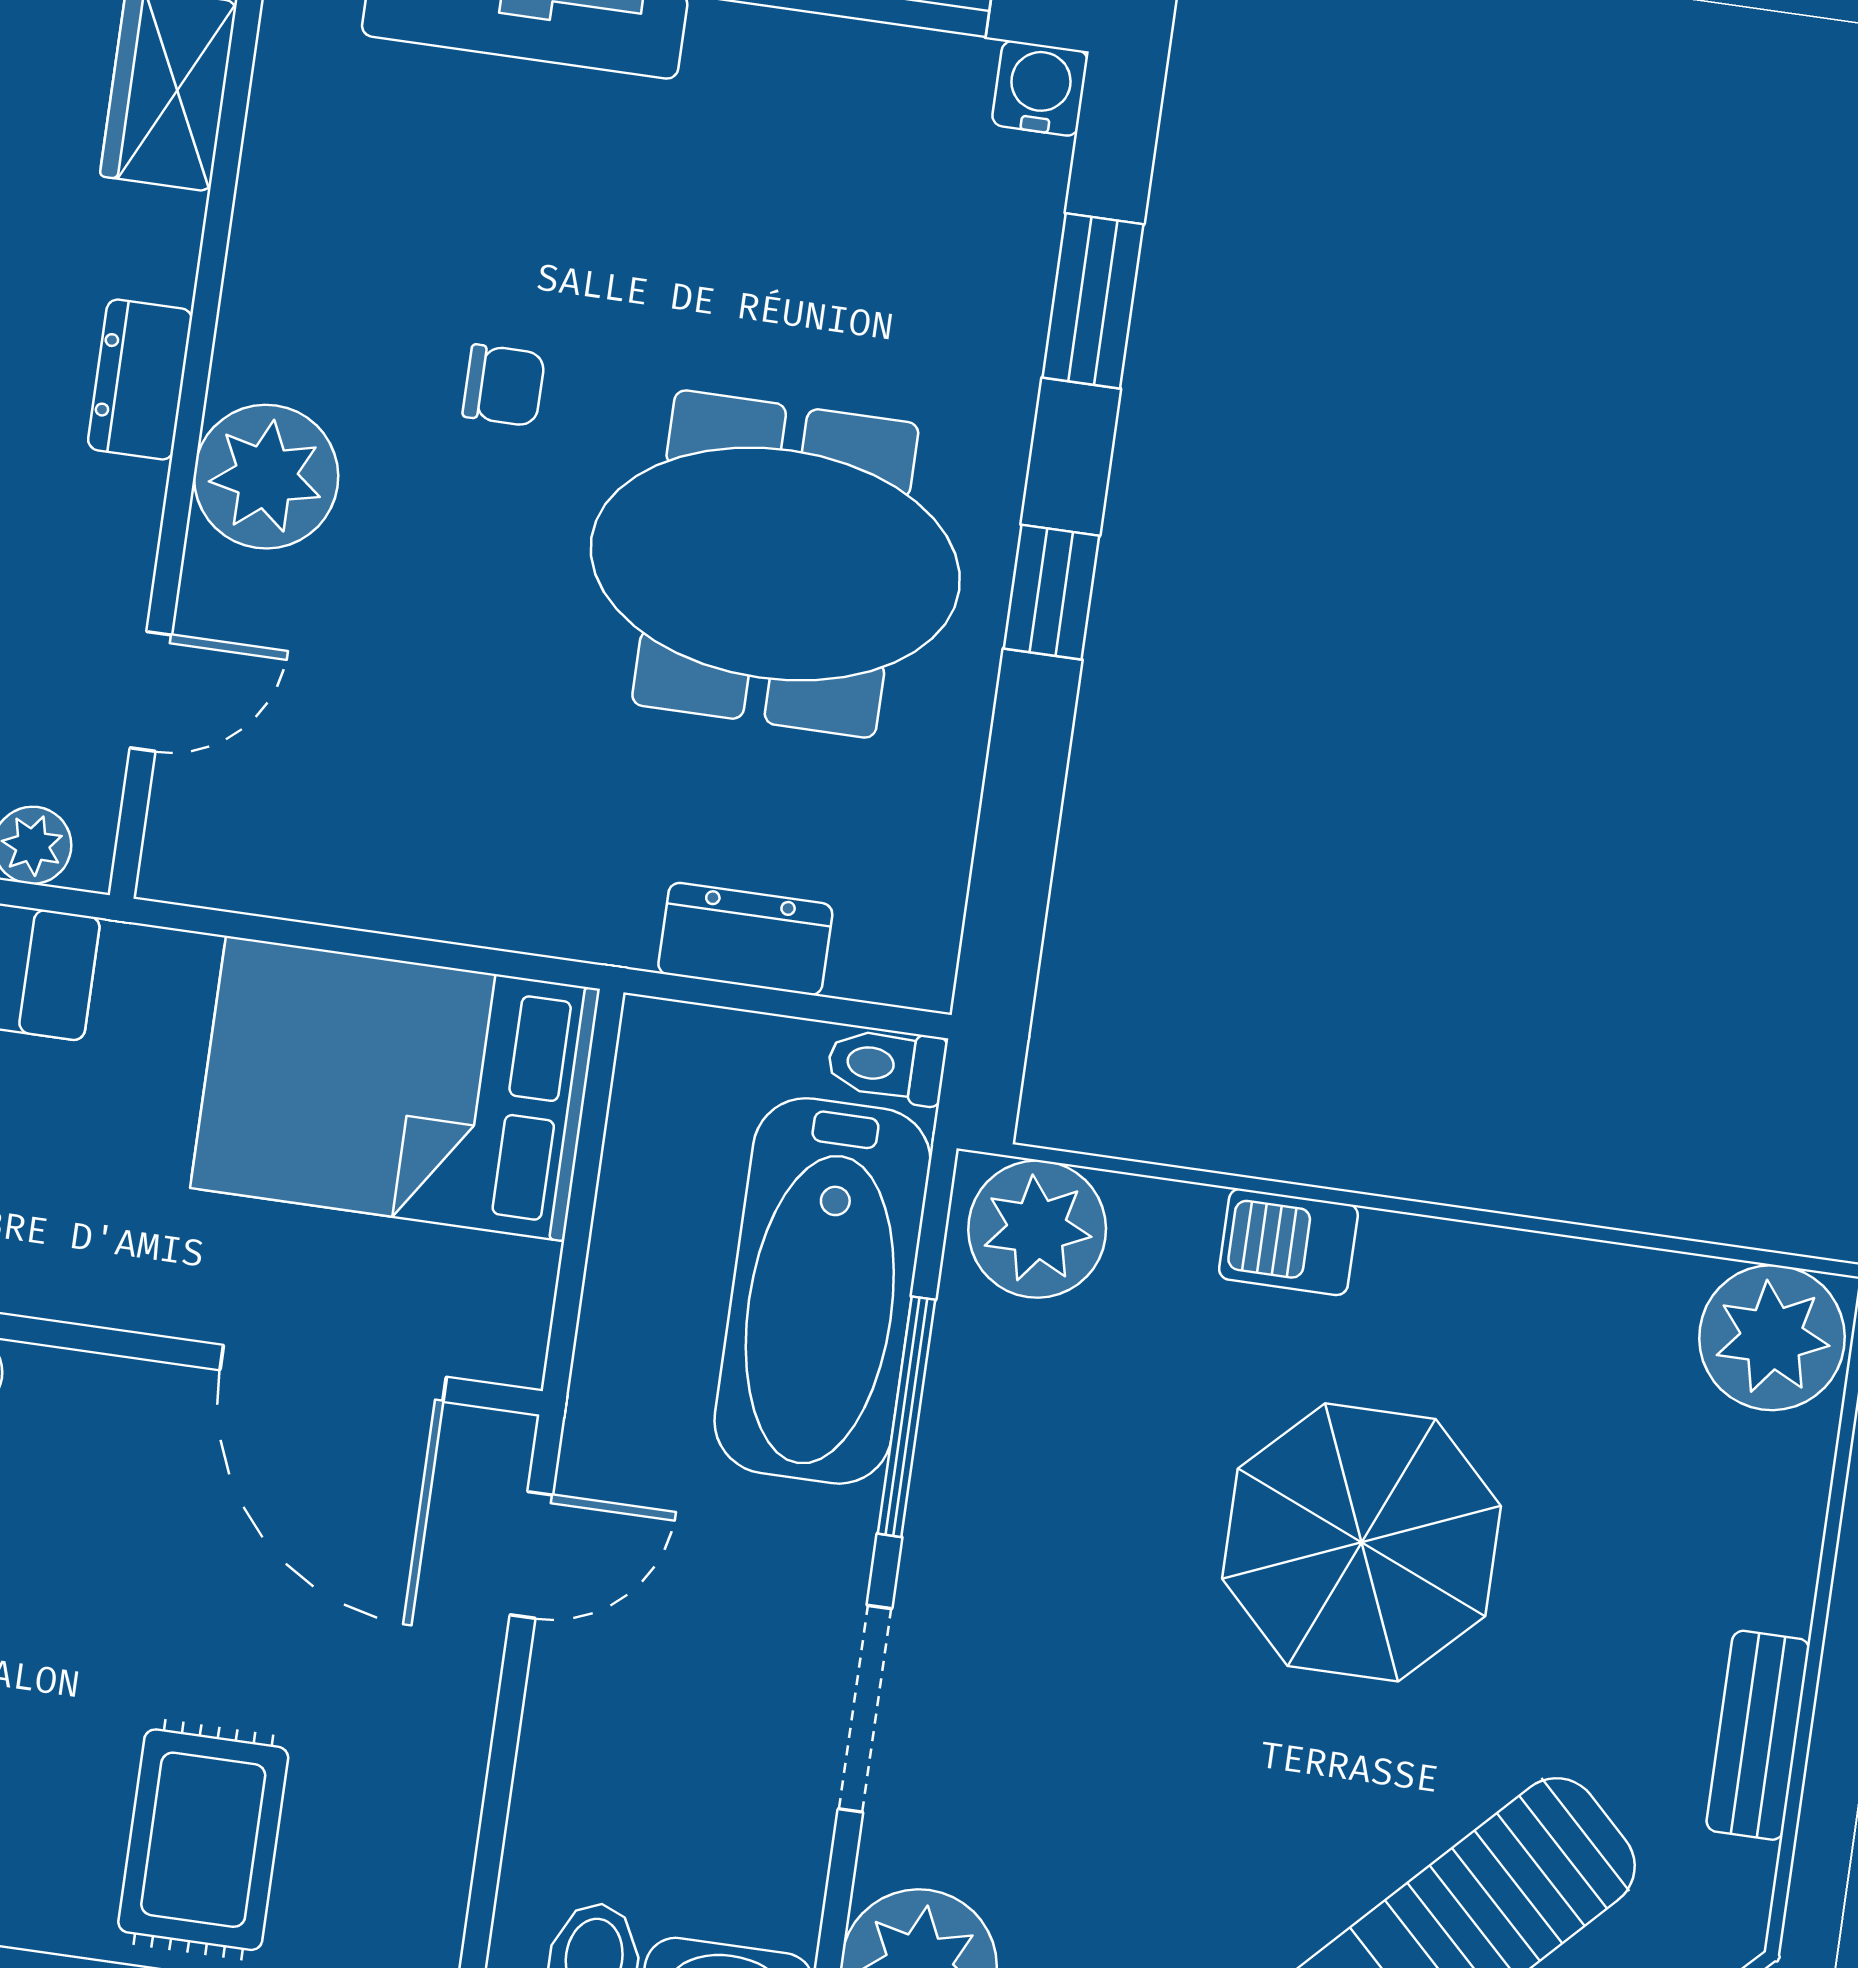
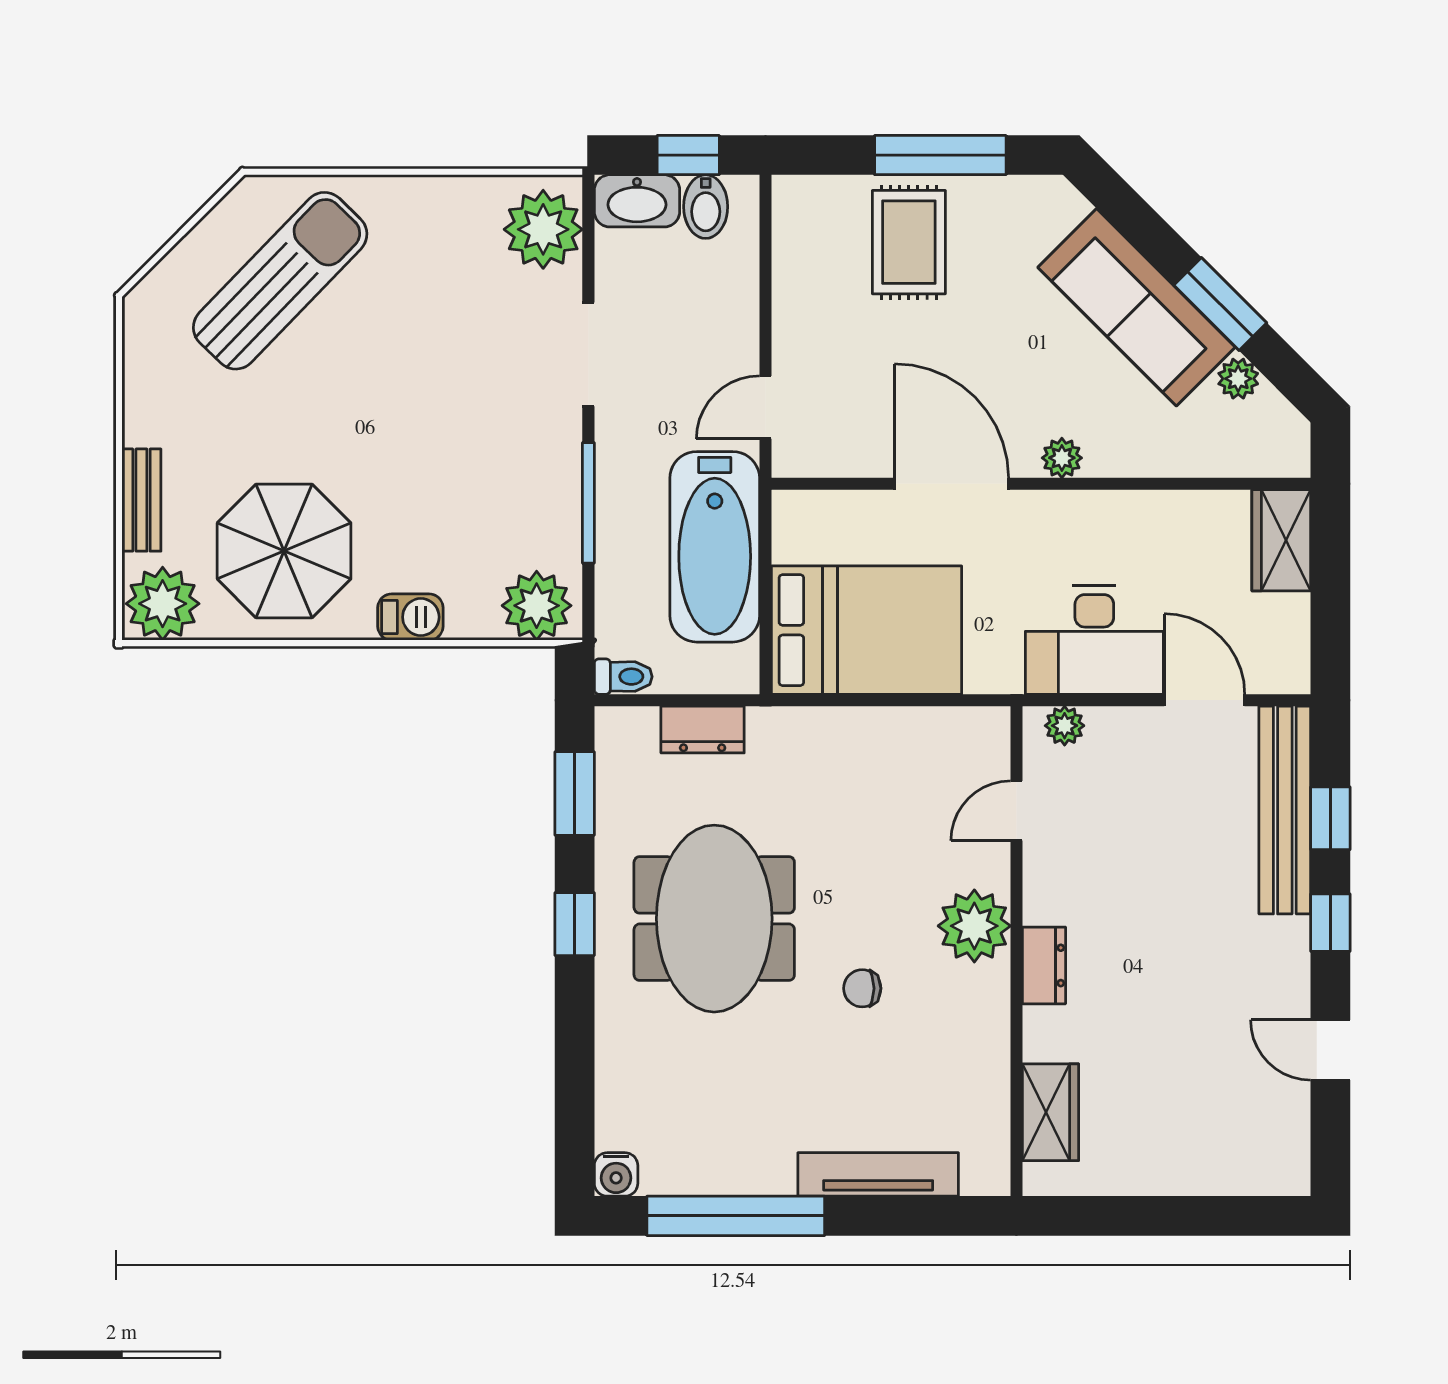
window: (1093, 301) -> (575, 793), moved
meeting table: (775, 564) -> (714, 919), turned 90
bathtub: (822, 1291) -> (715, 547), moved, turned 180
door: (333, 1373) -> (951, 484), moved
parasol: (1362, 1542) -> (284, 551), moved
bench: (1758, 1735) -> (141, 500), moved

